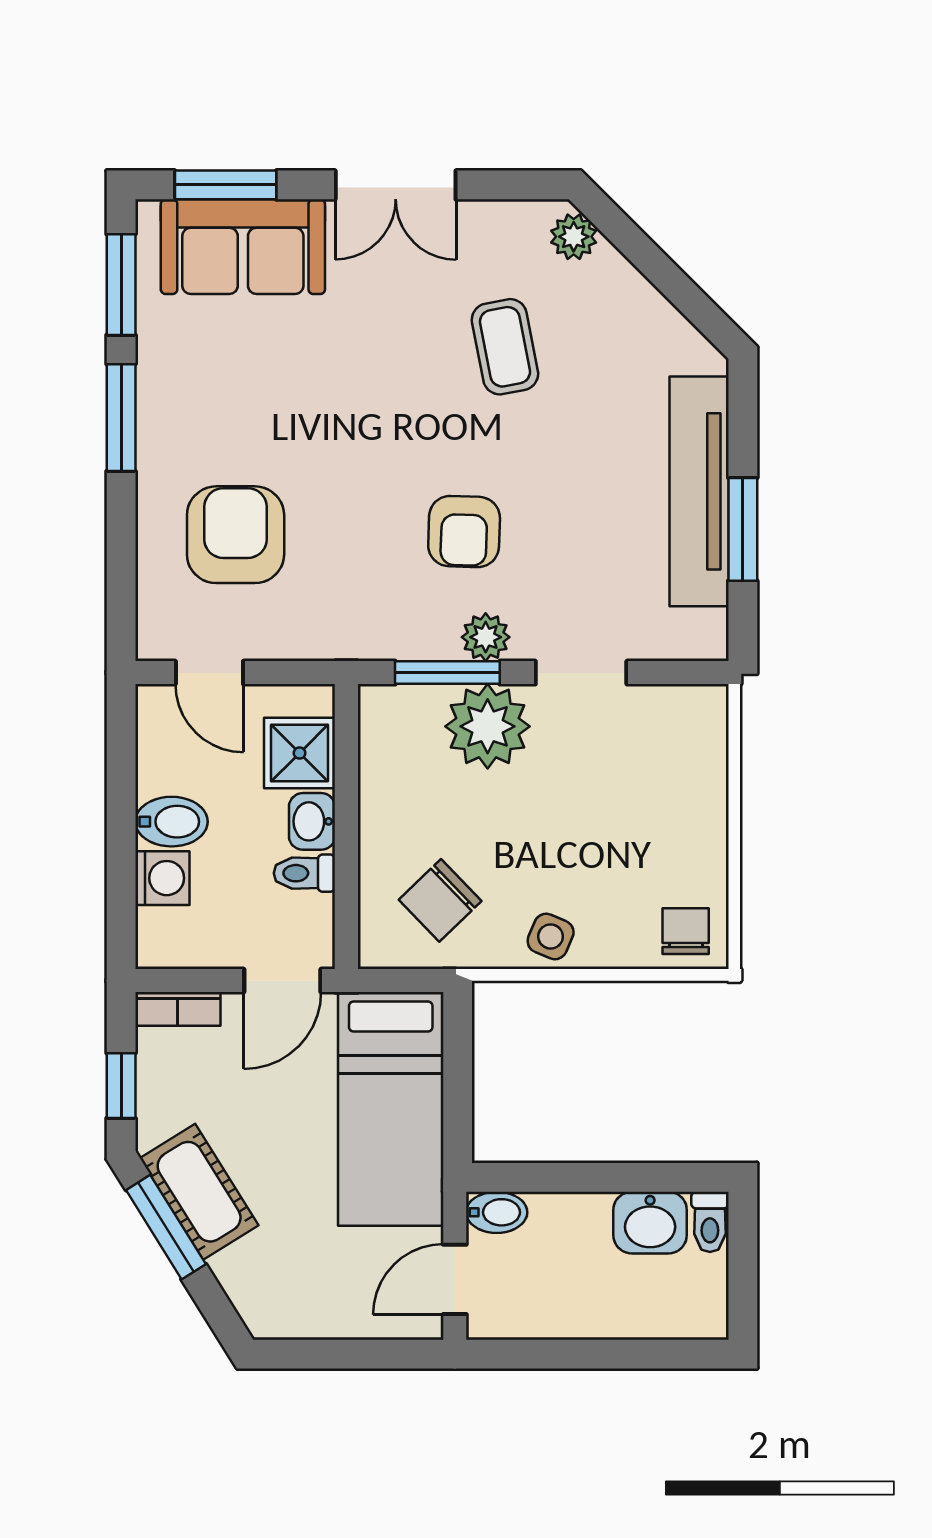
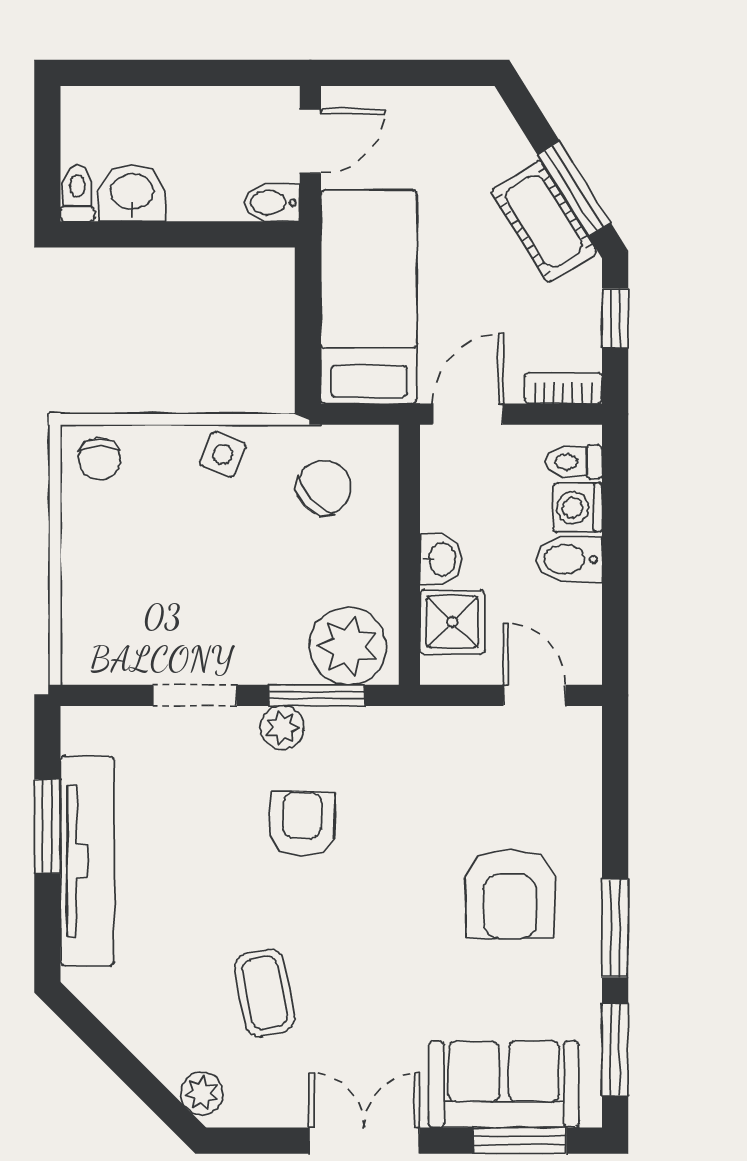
armchair: (236, 535) -> (510, 894), moved
plant: (488, 726) -> (348, 646), moved
toilet: (304, 873) -> (574, 462), moved, turned 180

